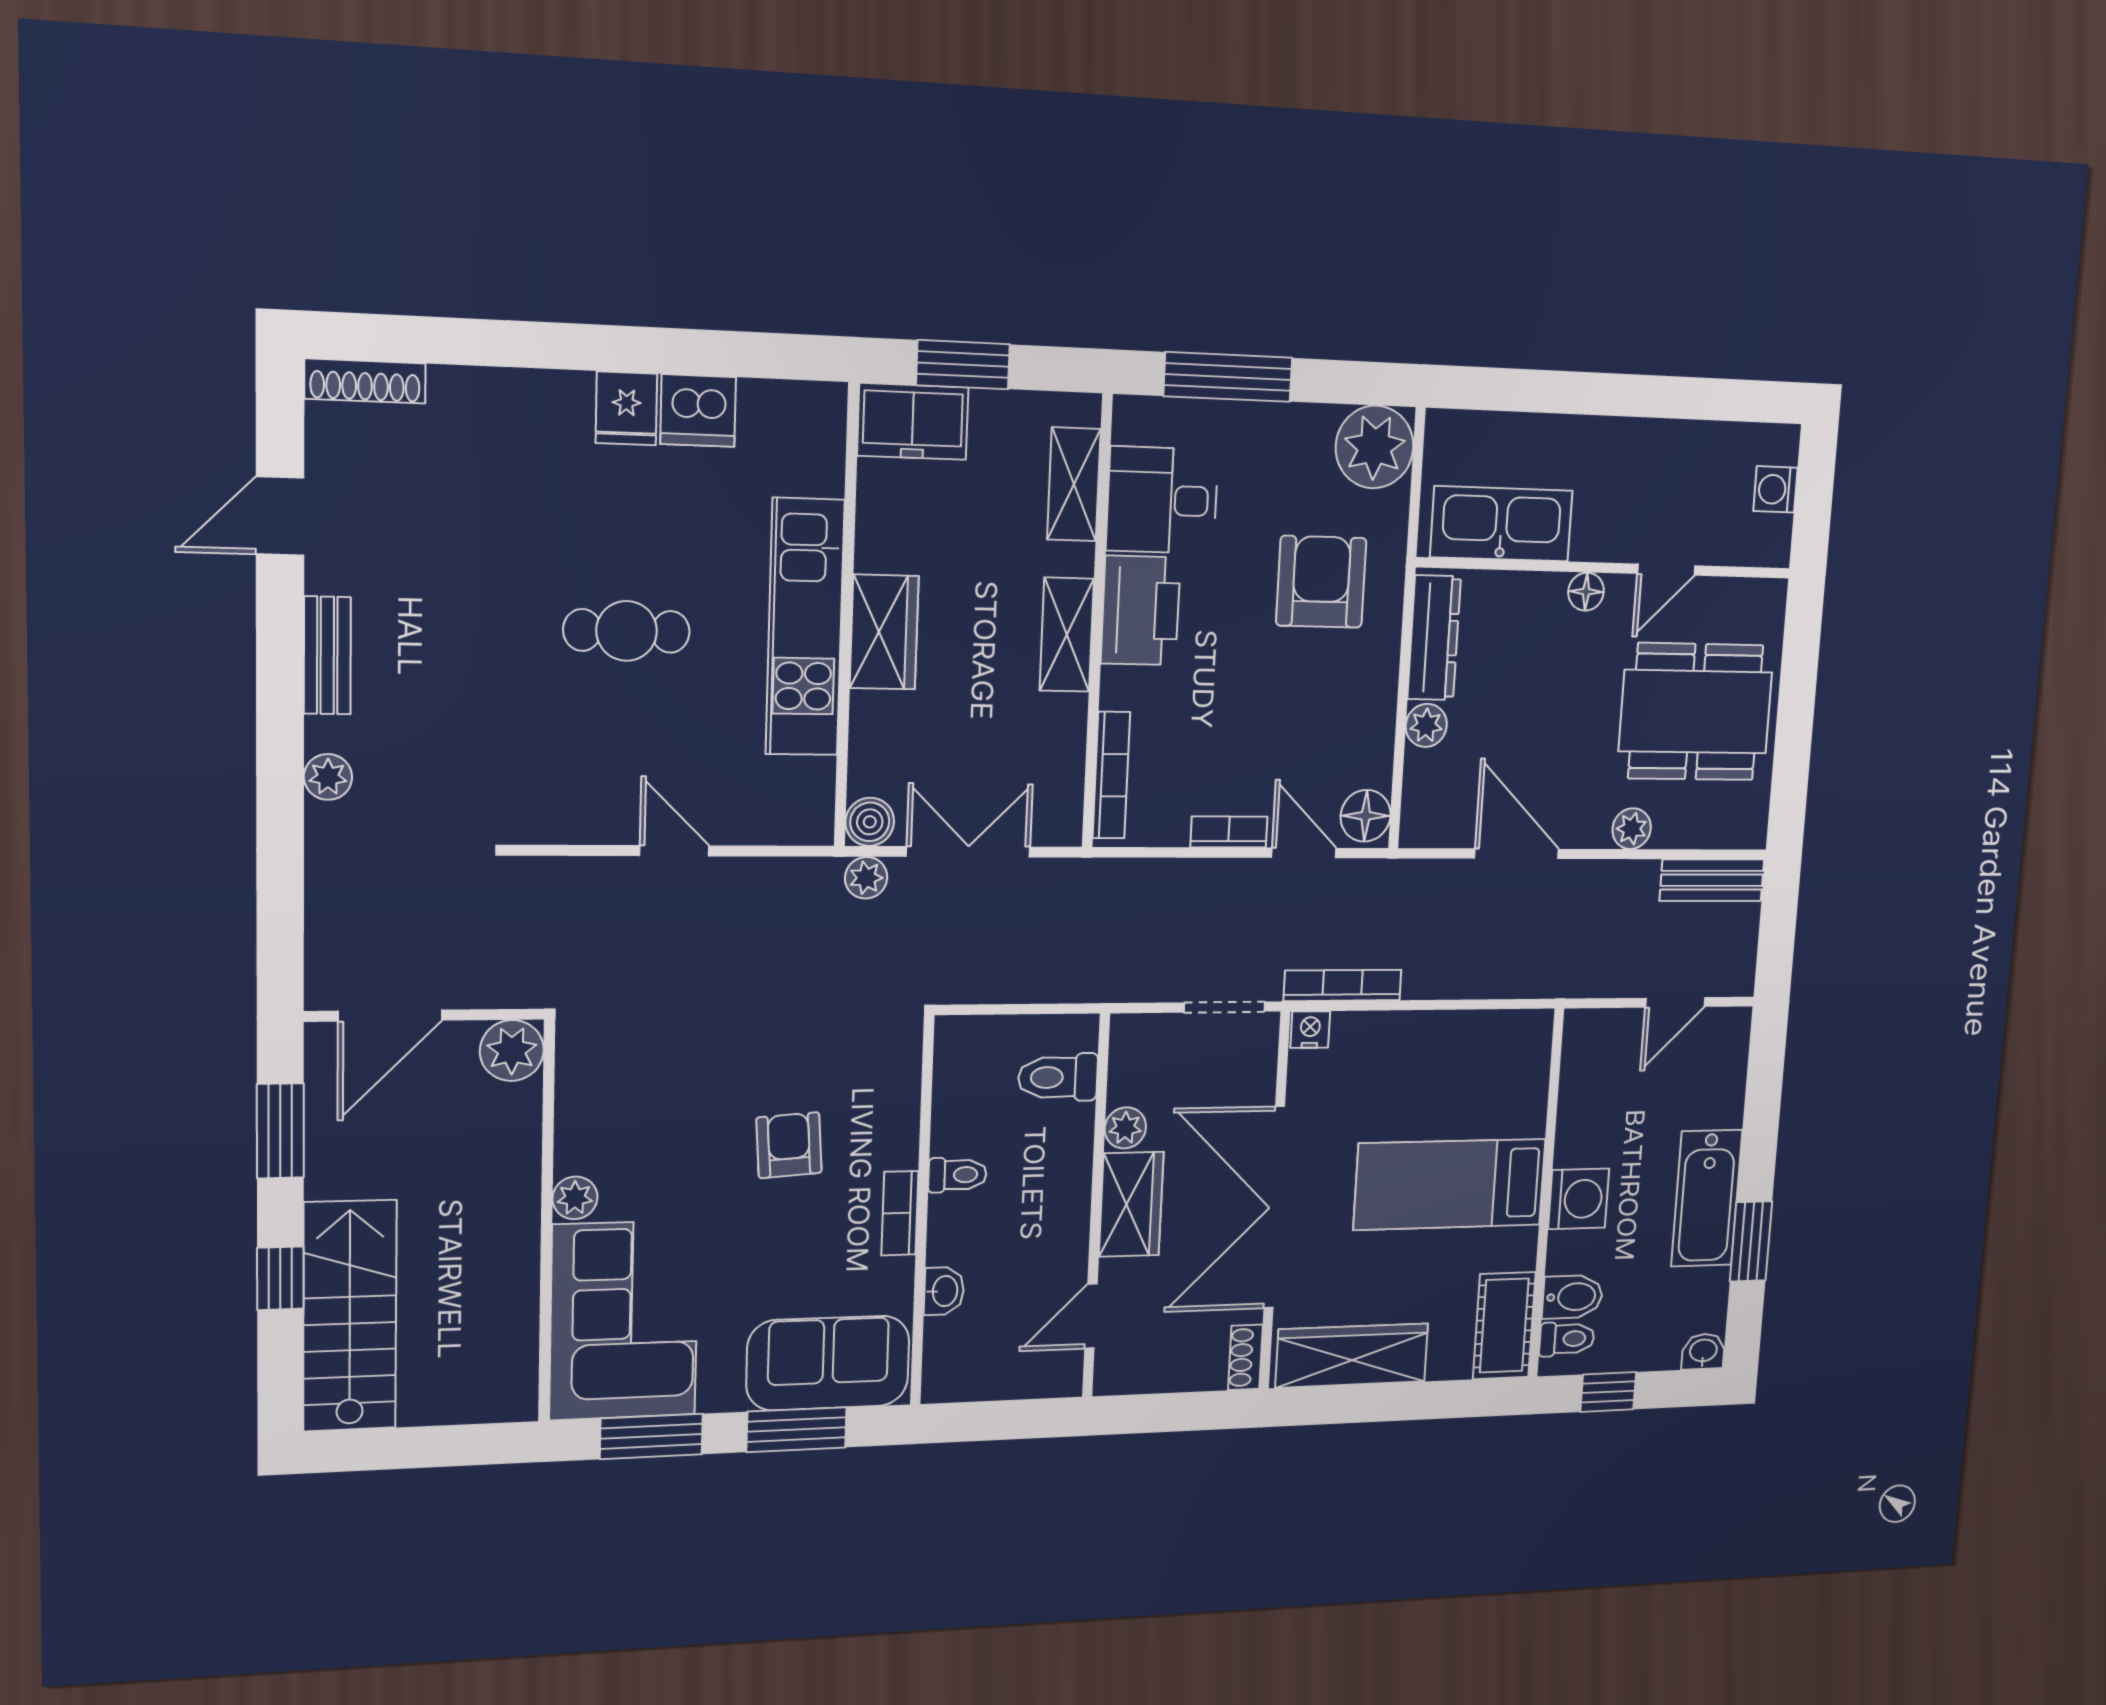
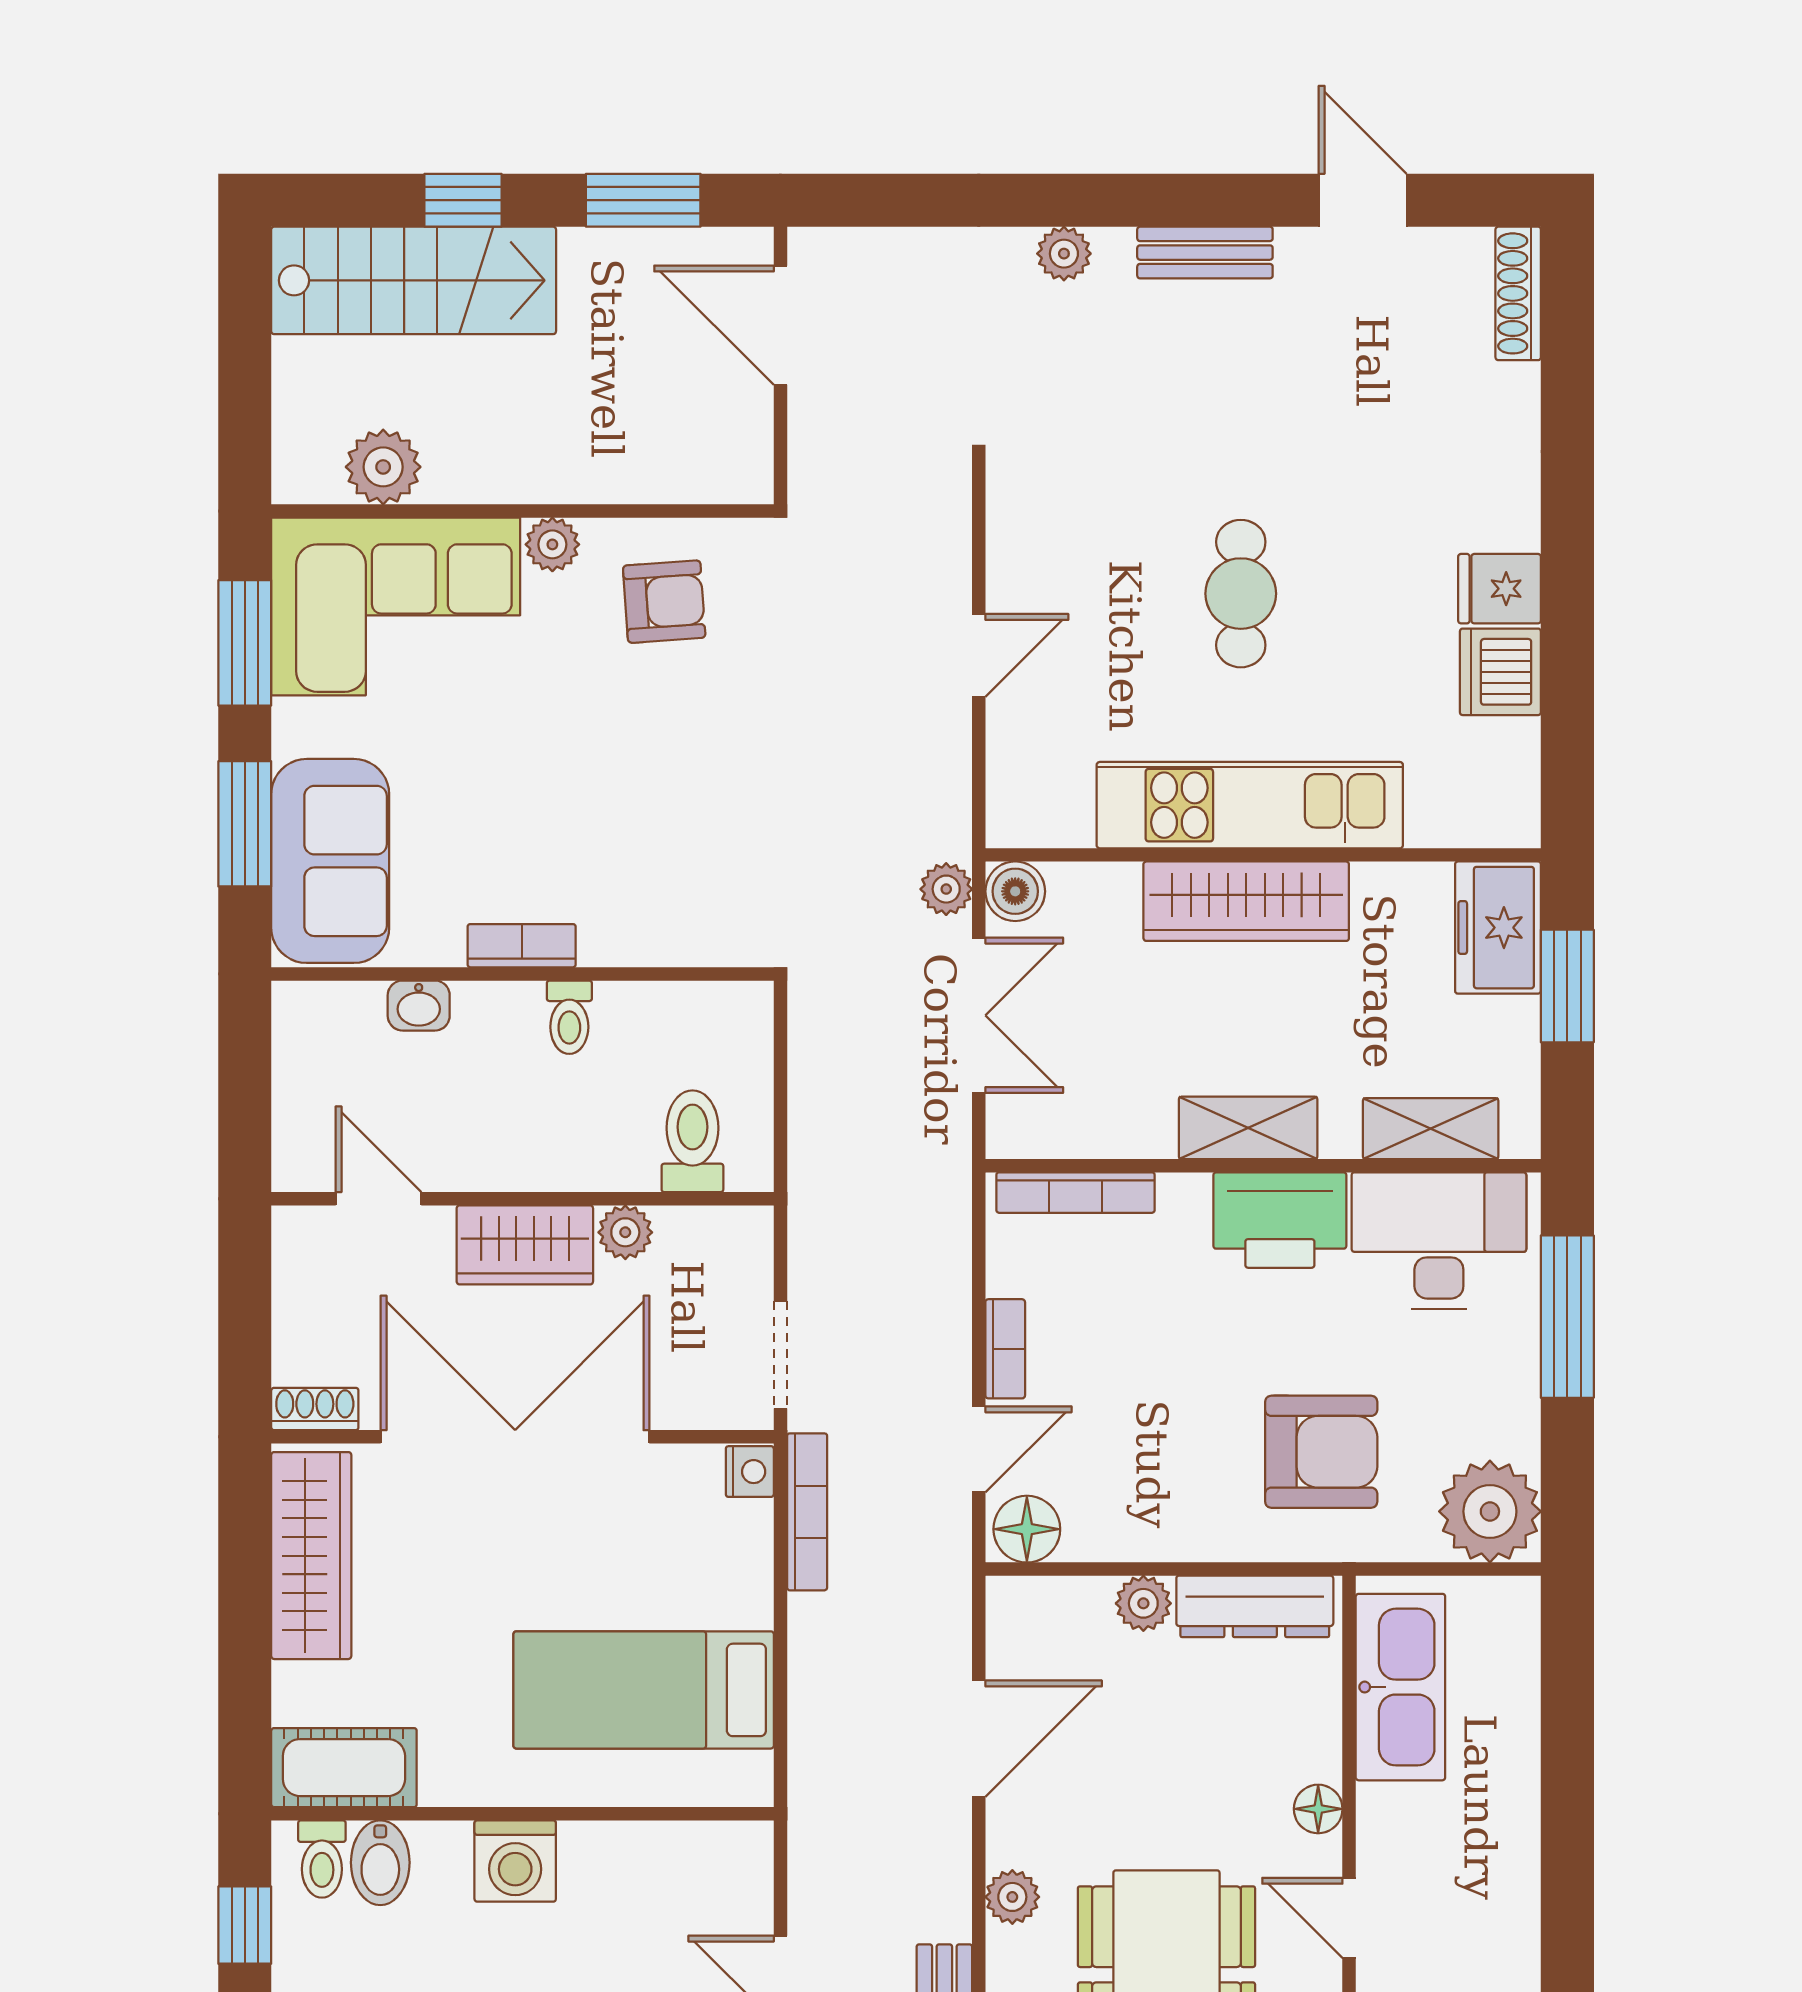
desk: (1162, 500) -> (1439, 1241), width x1.37
wardrobe: (884, 632) -> (1246, 901), width x1.50
plant: (512, 1050) -> (383, 467), moved
armchair: (789, 1145) -> (664, 602), moved
bed: (1450, 1184) -> (644, 1690), moved, turned -90

